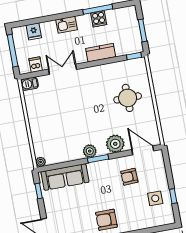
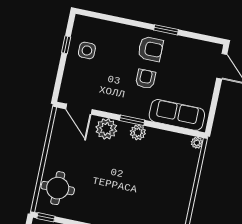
round table: (128, 98) -> (58, 188), moved
armchair: (129, 177) -> (146, 79), moved, turned -88
window: (39, 191) -> (212, 112), removed

